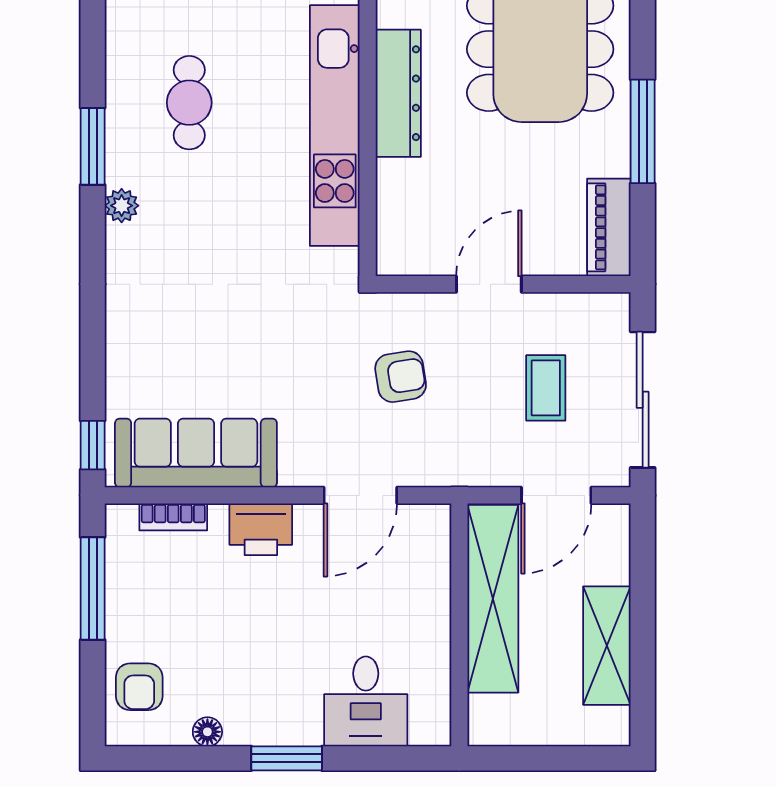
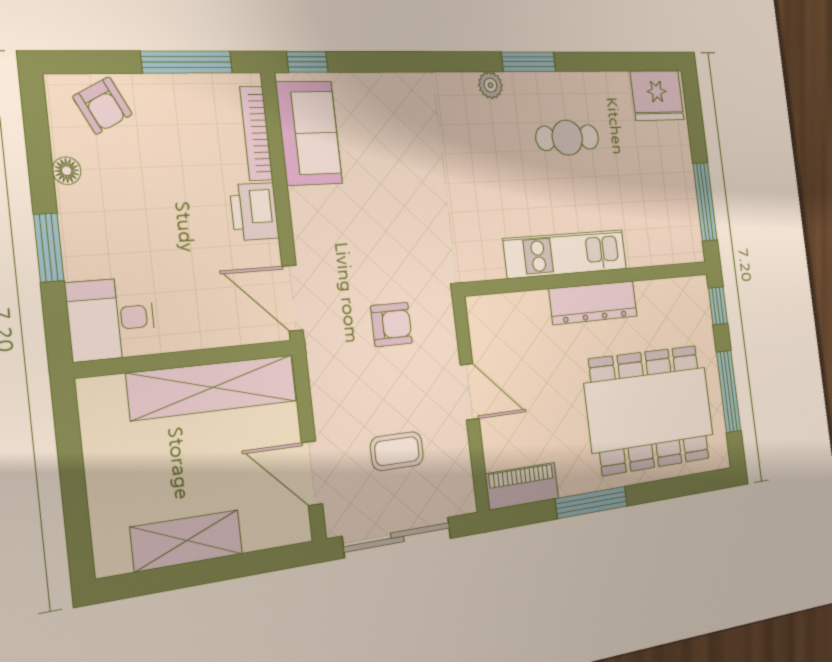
kitchen unit: (335, 126) -> (566, 254), width x0.73
armchair: (401, 377) -> (391, 324), turned -81
sofa: (196, 453) -> (309, 133), width x0.73
bookcase: (173, 517) -> (256, 133), width x1.56
shelving: (493, 599) -> (213, 387), moved
wall: (459, 625) -> (186, 359), moved
armchair: (139, 687) -> (103, 106), turned -117

